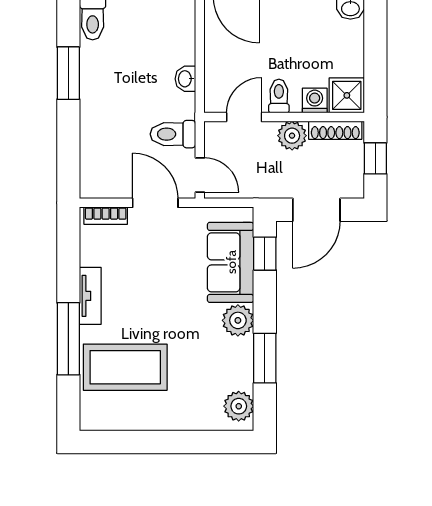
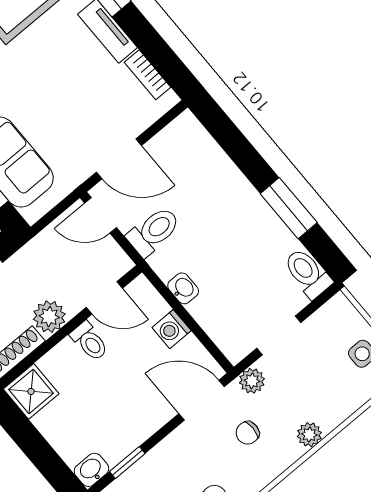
washing machine: (315, 101) -> (172, 329), moved, turned 90
door: (244, 117) -> (104, 298), hinge flipped
bookcase: (106, 216) -> (148, 75), moved, turned -90

